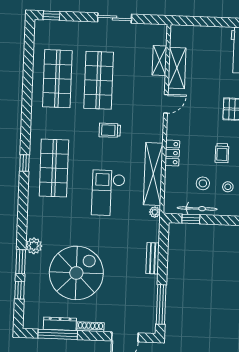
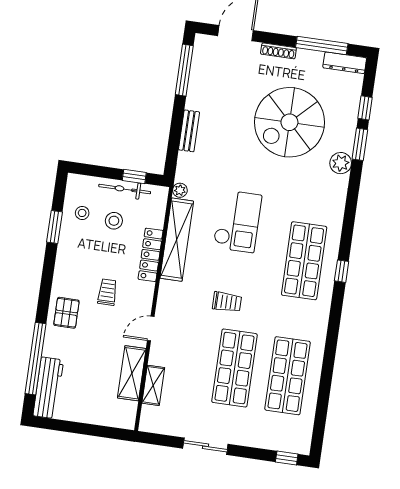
locker: (172, 153) -> (151, 255), width x1.53
trolley: (222, 153) -> (107, 292), moved
dresser: (60, 324) -> (345, 63), moved

